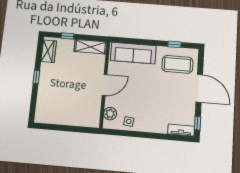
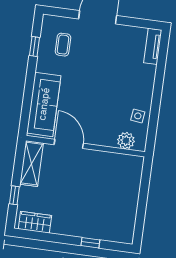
coffee table: (177, 64) -> (63, 45), width x0.54, depth x0.58
window: (36, 77) -> (90, 243), moved
door: (105, 85) -> (69, 144), moved
window: (198, 123) -> (145, 24), removed

